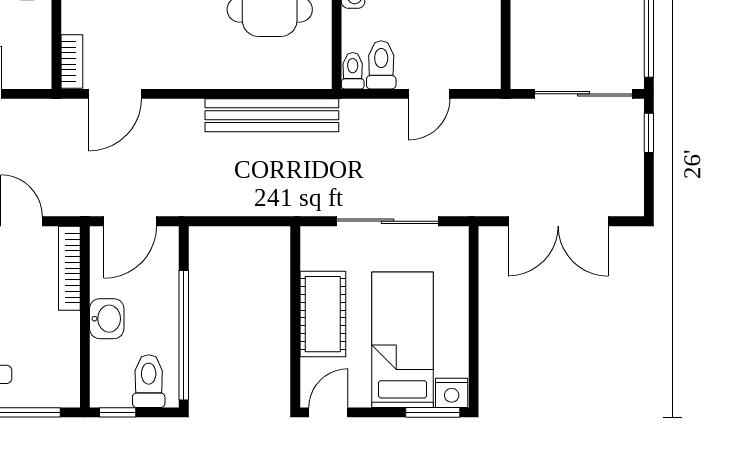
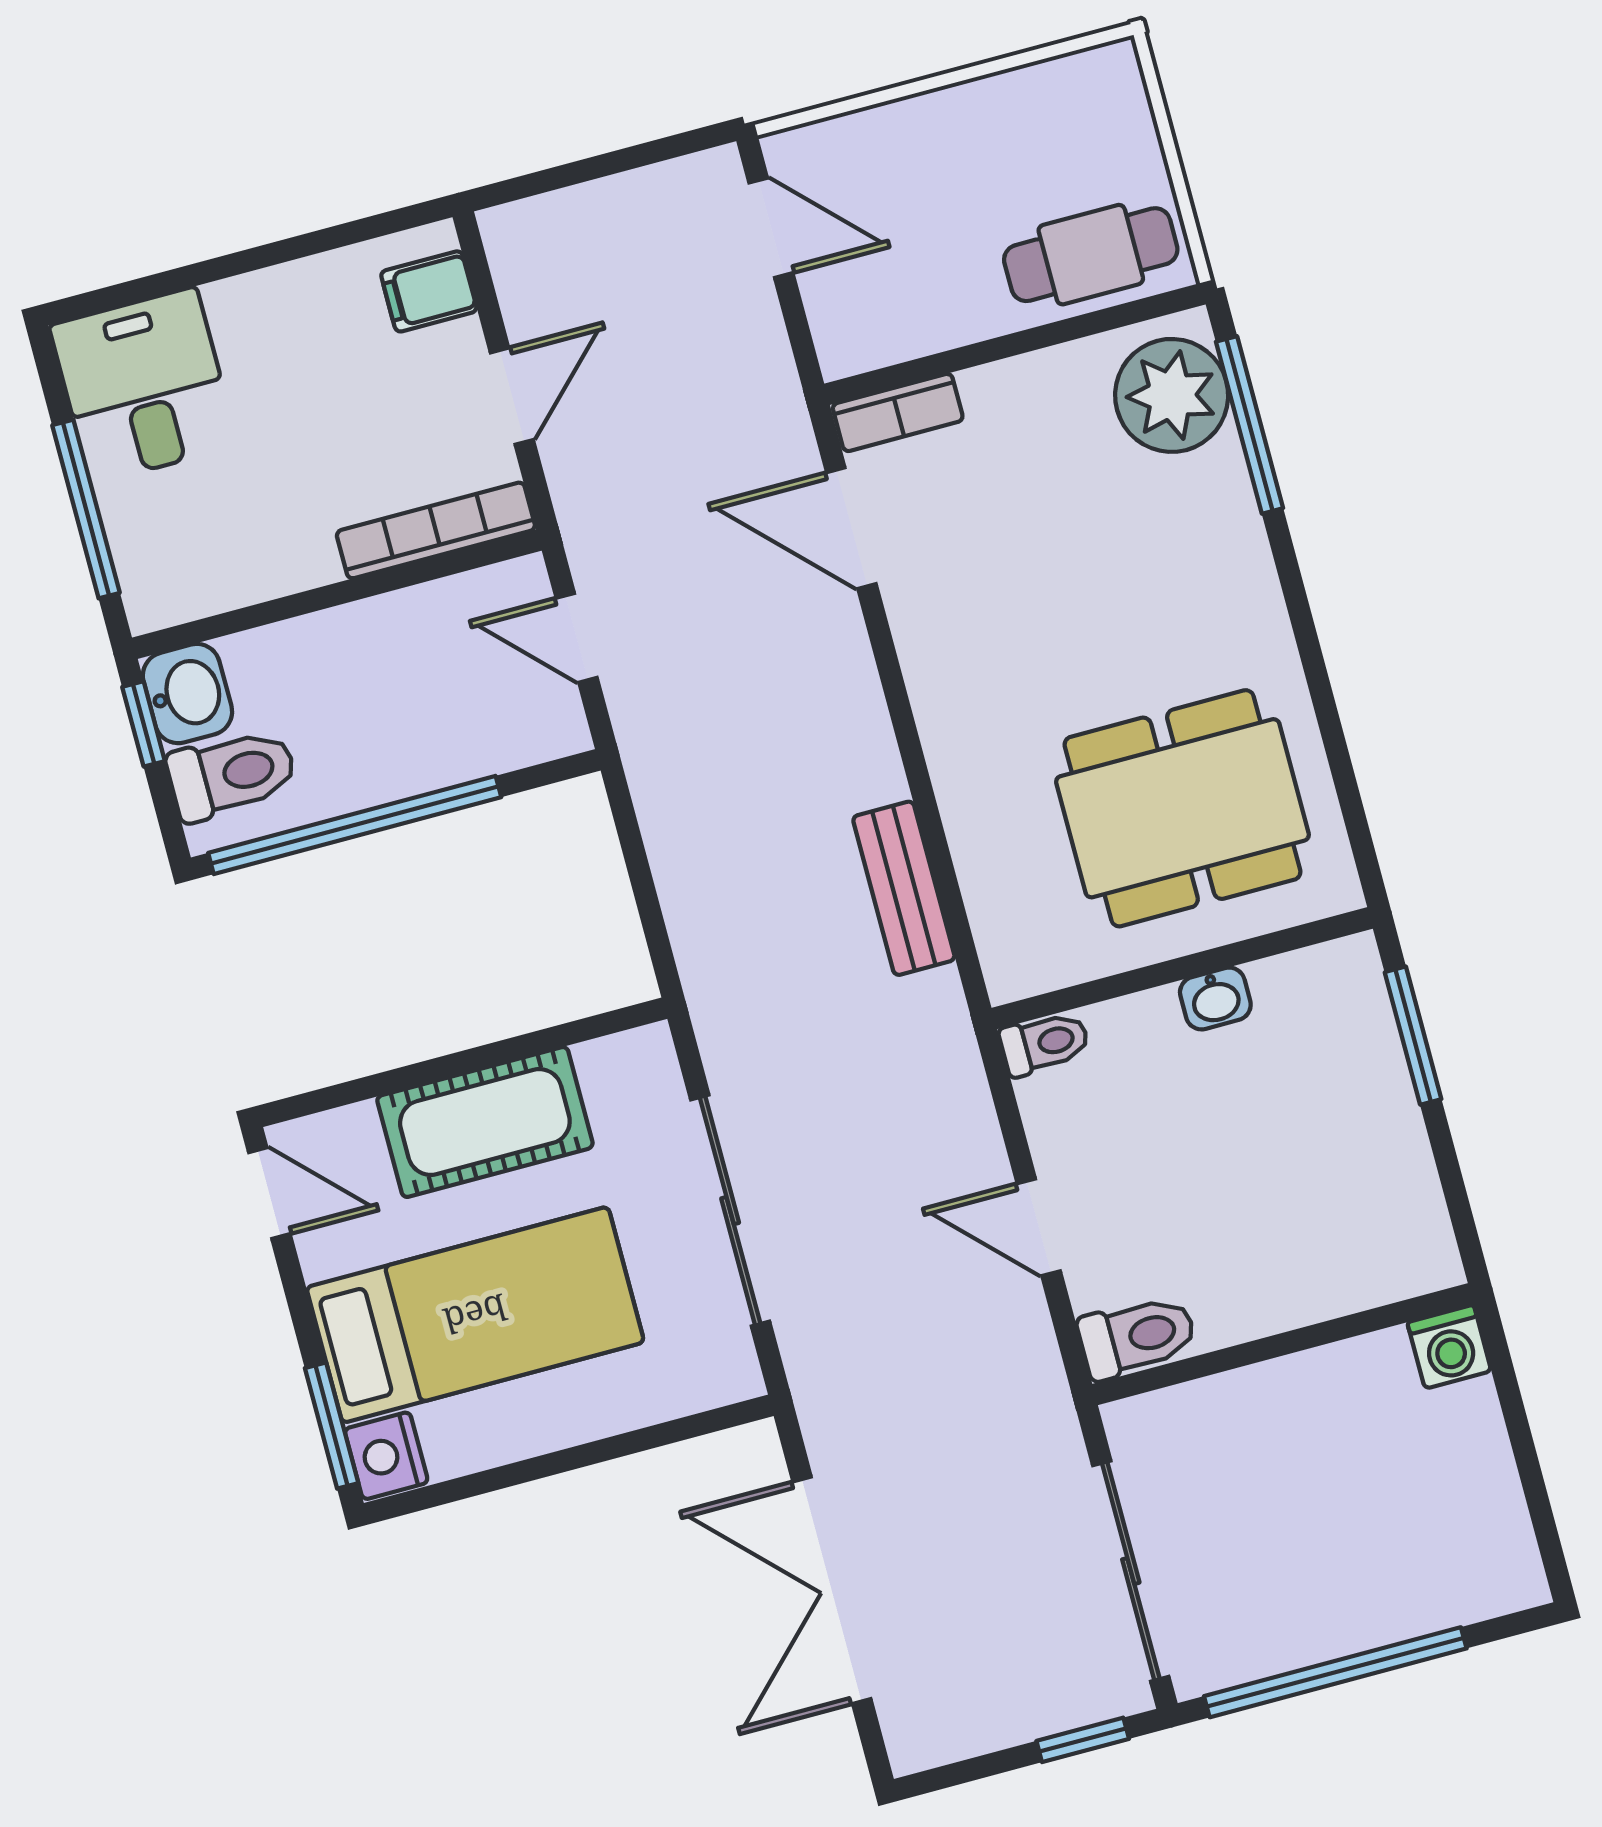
toilet: (381, 65) -> (1137, 1337), moved
bench: (272, 115) -> (904, 888), width x0.54, depth x0.82
door: (130, 221) -> (577, 638), width x0.73
washbasin: (107, 319) -> (187, 694), moved, turned -90

